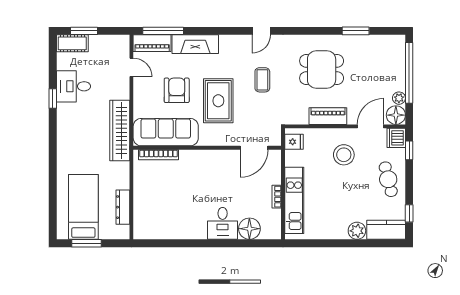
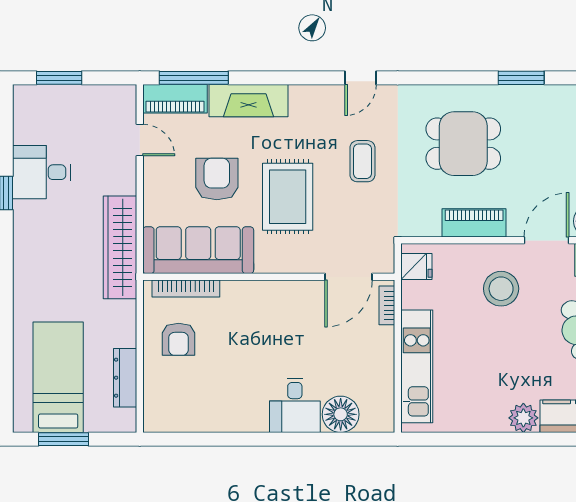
cot: (72, 43) -> (39, 99), removed
armchair: (154, 185) -> (179, 339), added
bookcase: (277, 197) -> (387, 305), moved

